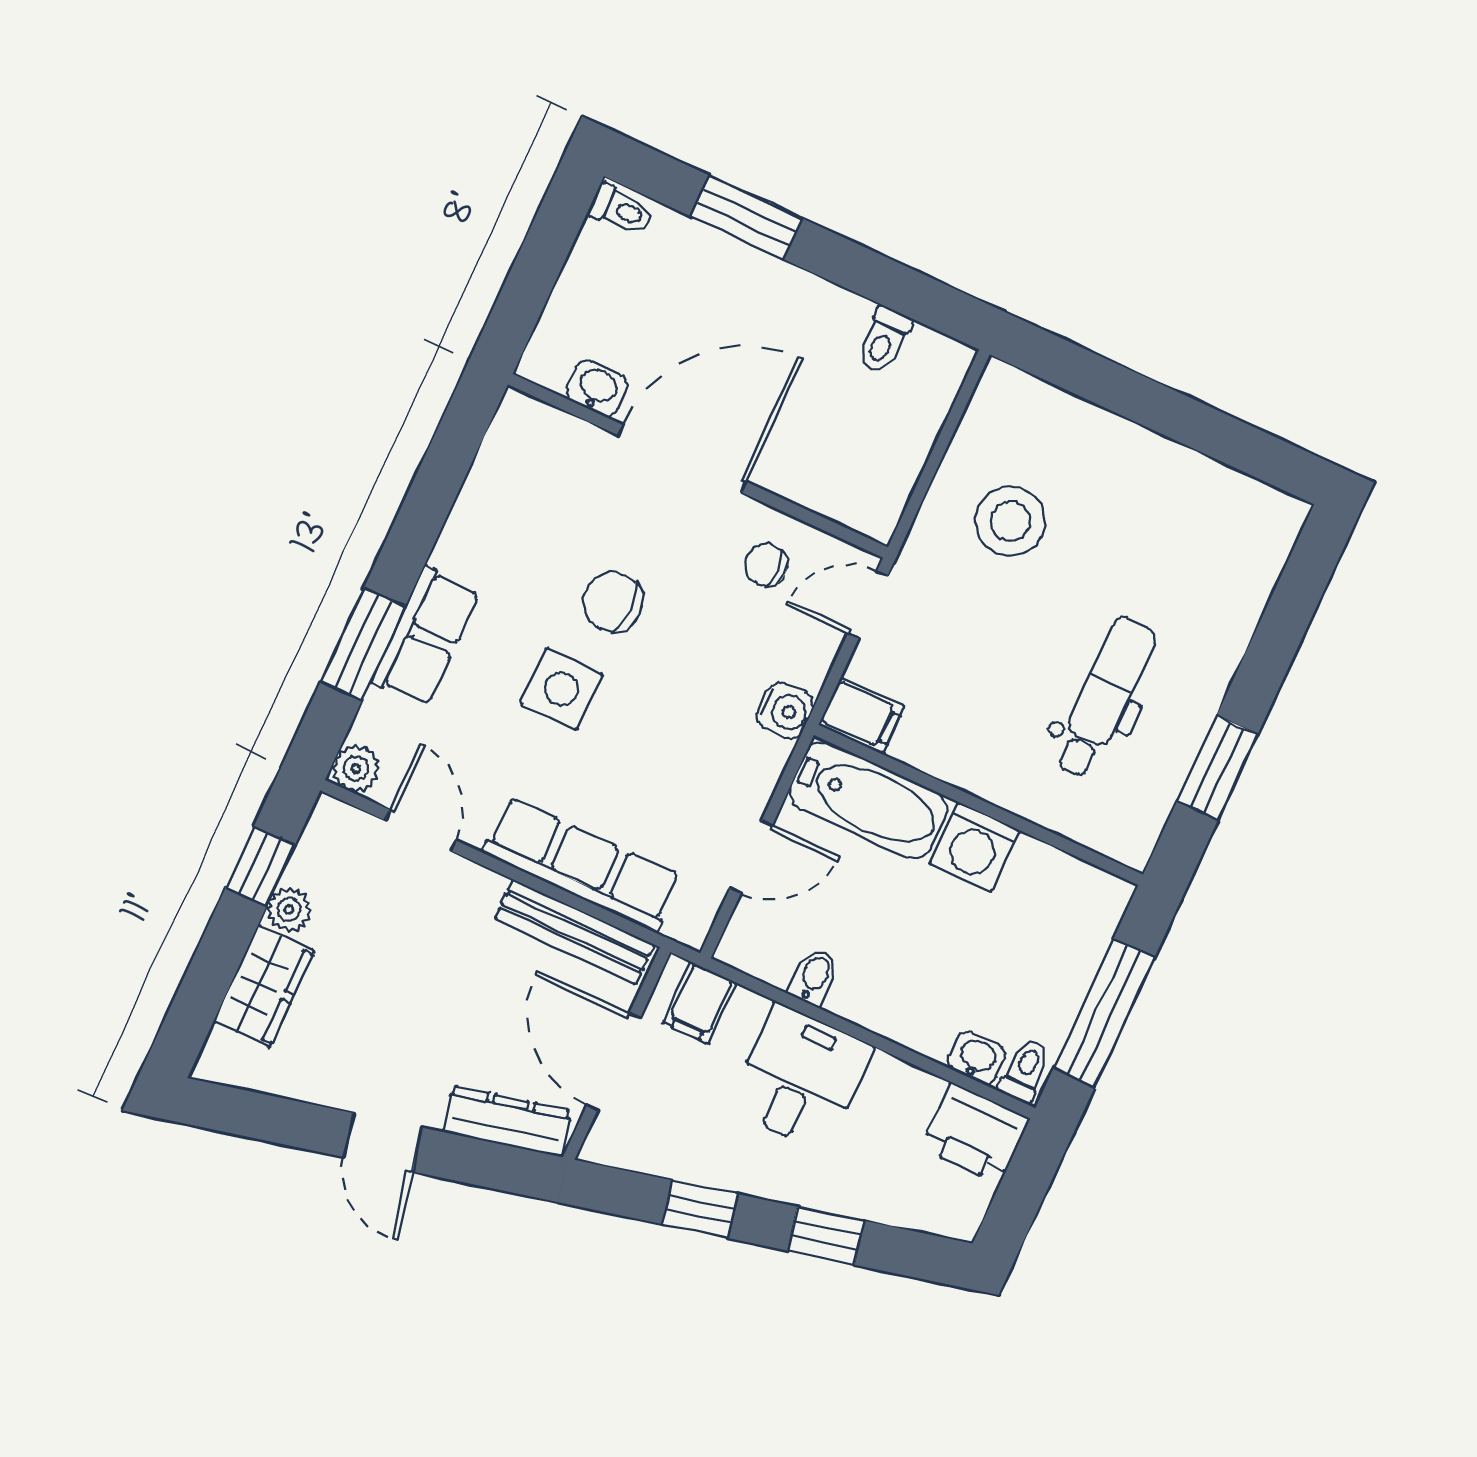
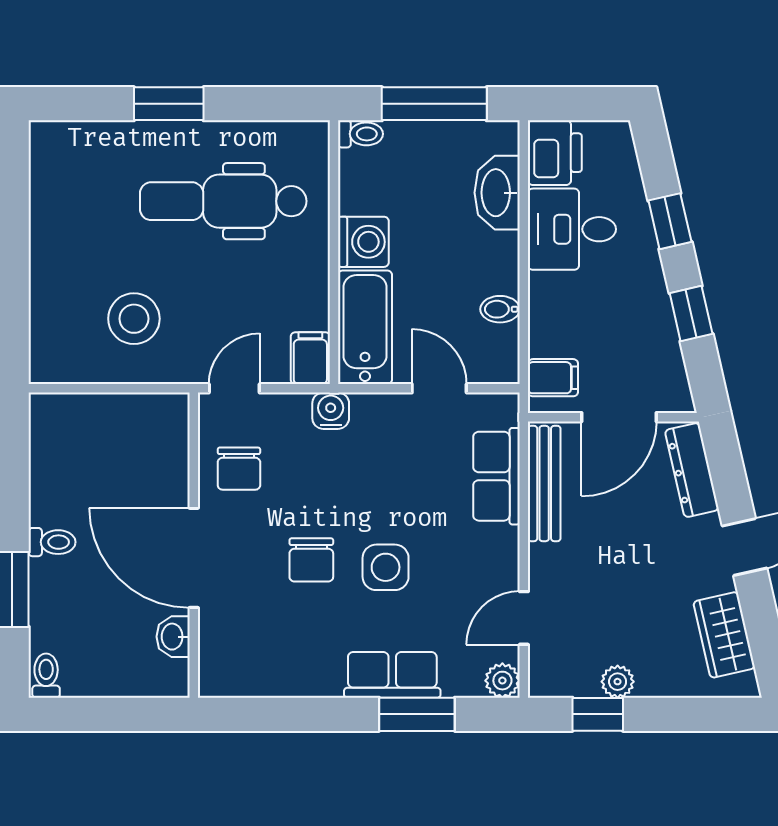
toilet: (884, 340) -> (52, 542), moved
chair: (766, 565) -> (239, 469), width x1.37, depth x1.37
door: (868, 605) -> (234, 388), swing flipped
dental chair: (1104, 698) -> (223, 201), width x1.36, depth x1.38
window: (1217, 768) -> (169, 104), moved
row of seats: (582, 864) -> (497, 476), width x0.68
wardrobe: (264, 986) -> (724, 635), moved, turned -103
washbasin: (977, 1058) -> (497, 193), width x1.91, depth x1.45
toilet: (1025, 1070) -> (361, 134), moved, turned 180
desk: (800, 1078) -> (572, 229), moved

